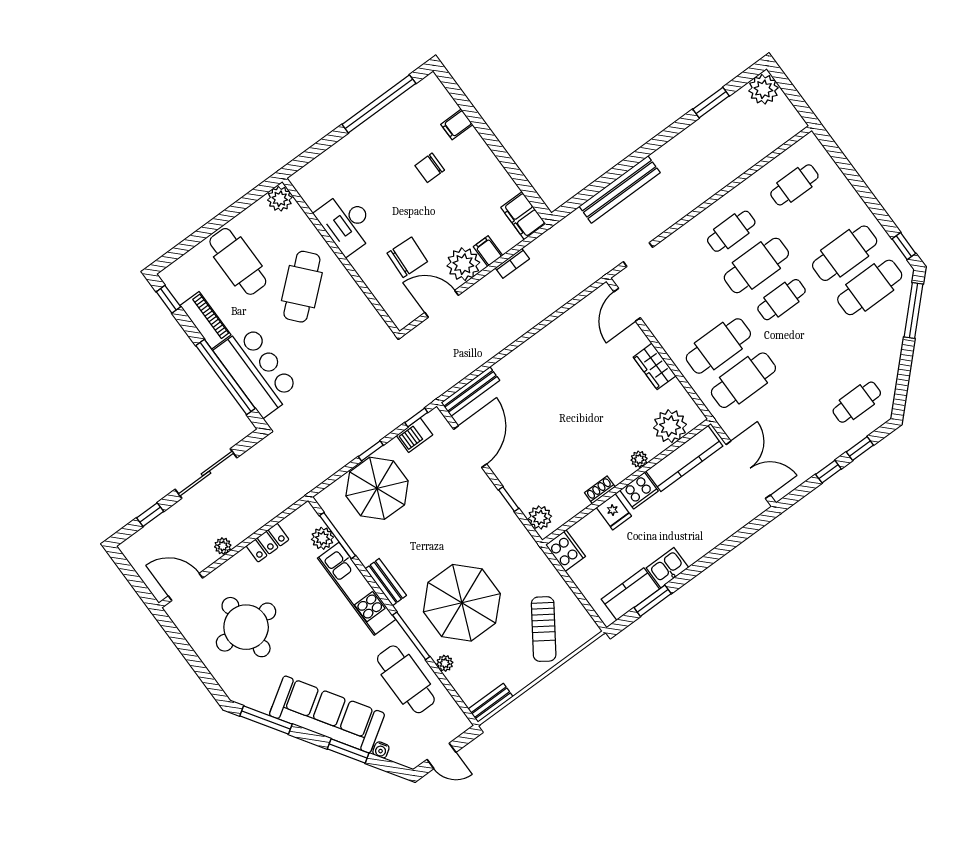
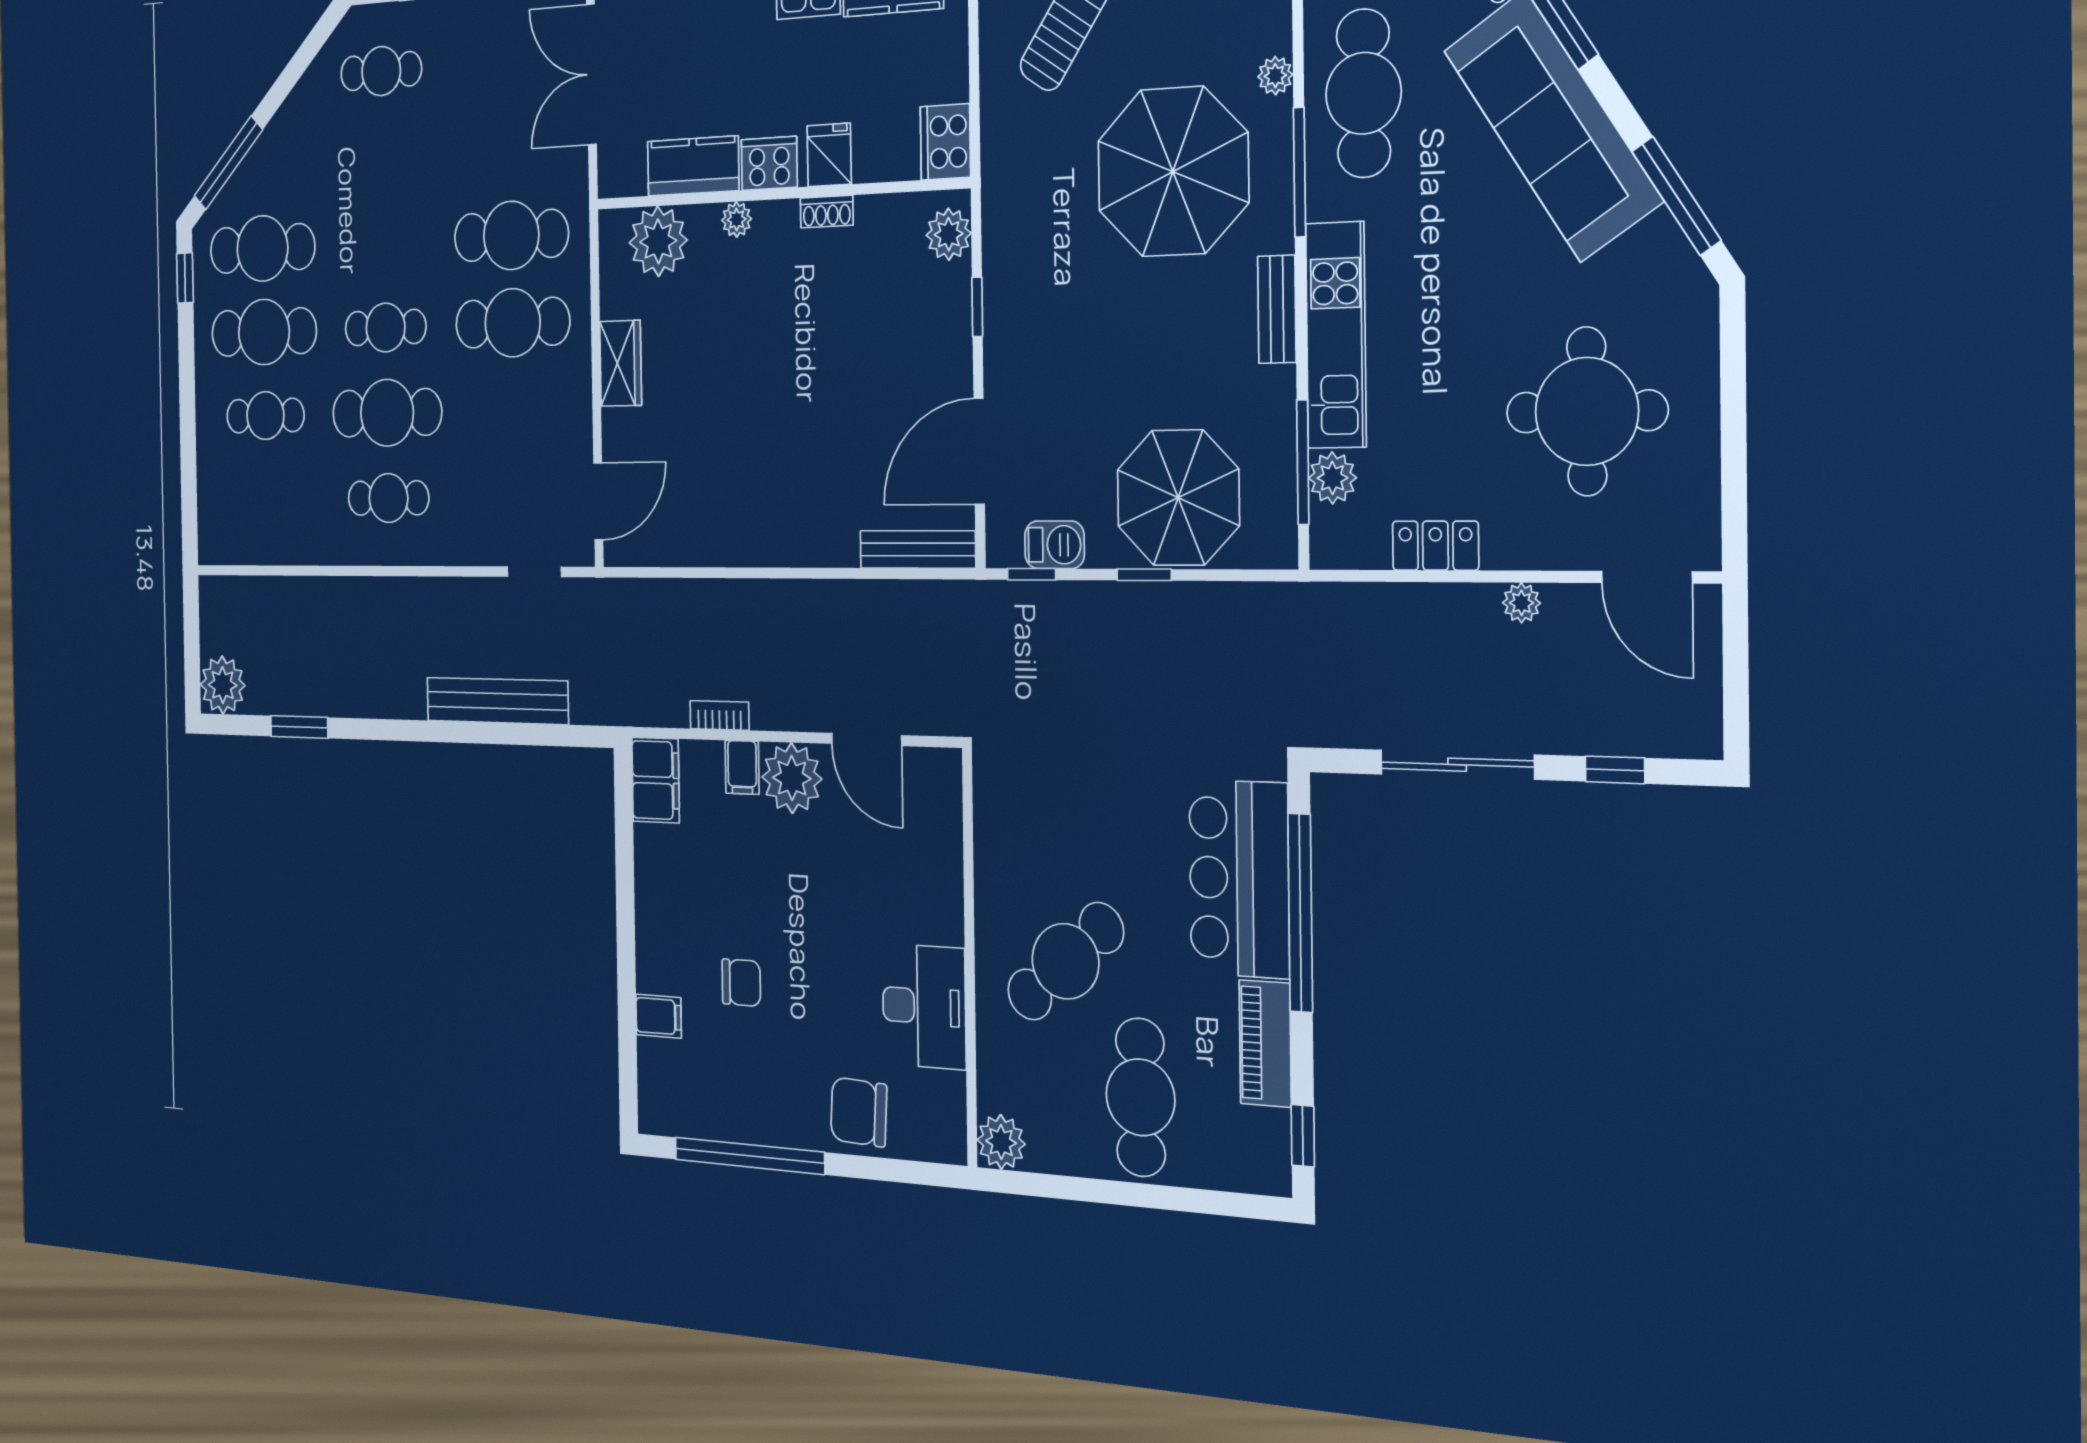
cafe table: (794, 185) -> (265, 416), moved
chair: (407, 257) -> (859, 1112), moved
kitchen counter: (684, 459) -> (693, 166), width x0.67

